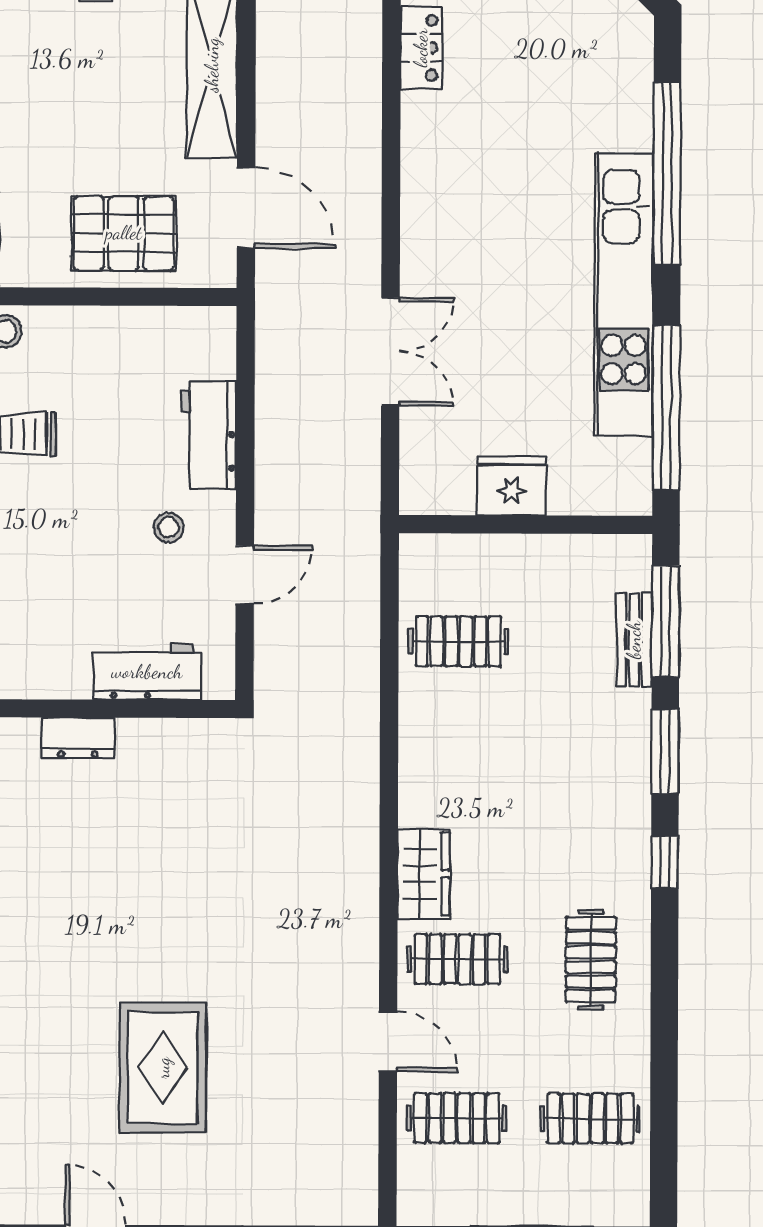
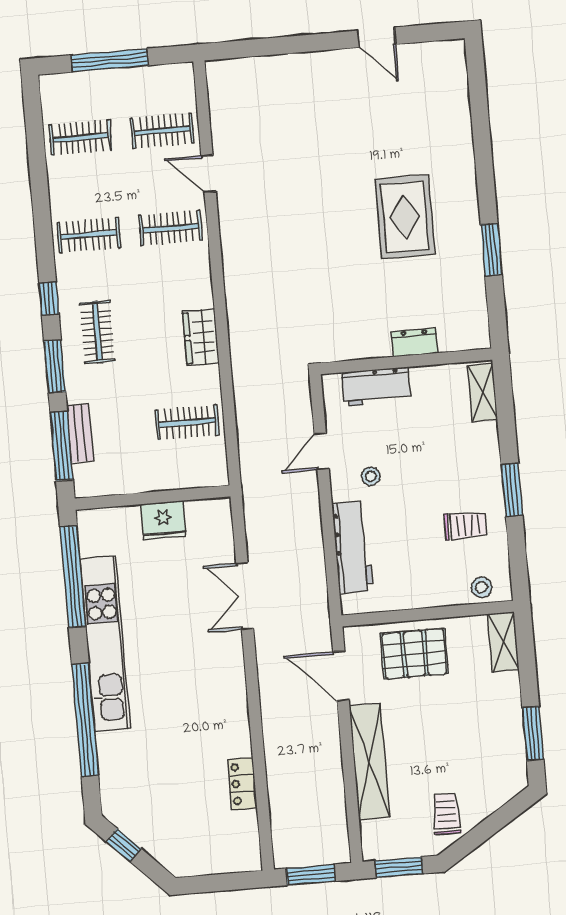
workbench: (208, 435) -> (353, 547), width x1.38
clothes rail: (591, 801) -> (97, 332), added
wardrobe: (424, 874) -> (201, 337), moved
clothes rail: (591, 960) -> (89, 235), turned 90
rug: (163, 1068) -> (405, 217), moved

